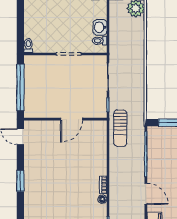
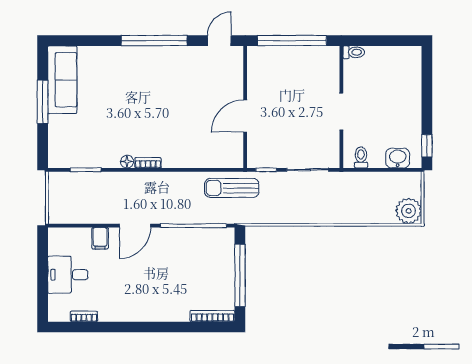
washbasin: (100, 27) -> (398, 158), moved
door: (72, 119) -> (245, 116), hinge flipped
window: (20, 181) -> (154, 41), width x2.11

